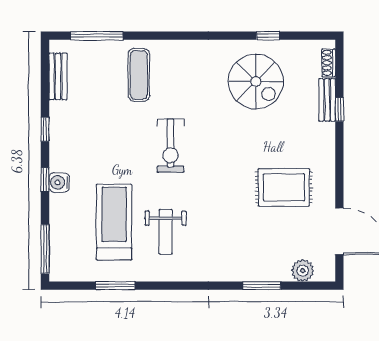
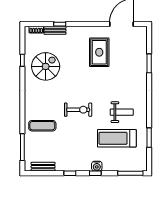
plant: (303, 271) -> (141, 43), removed

